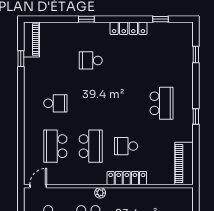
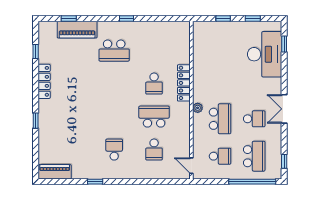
window: (21, 59) -> (95, 182), moved
school desk: (91, 60) -> (74, 117), removed
school desk: (161, 103) -> (114, 51), turned 180
school desk: (55, 146) -> (154, 150), width x0.54
piano: (184, 163) -> (77, 30), moved

